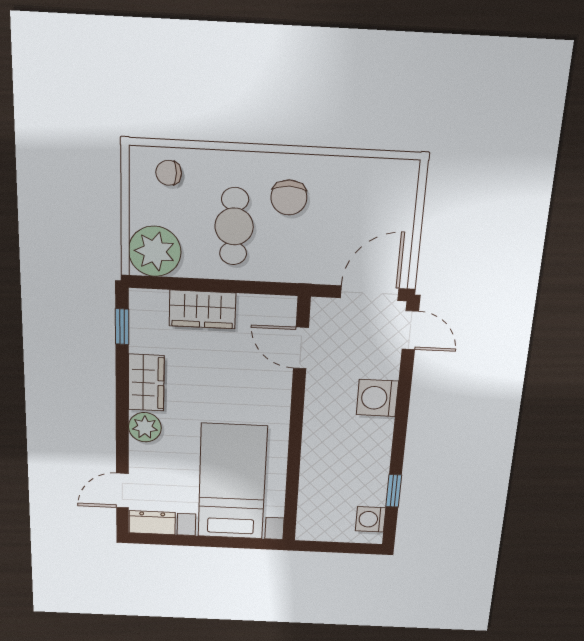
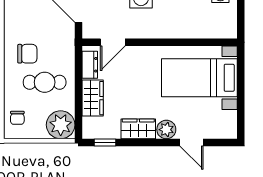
door: (122, 491) -> (191, 143), moved
dresser: (152, 523) -> (90, 65), moved, turned 180

